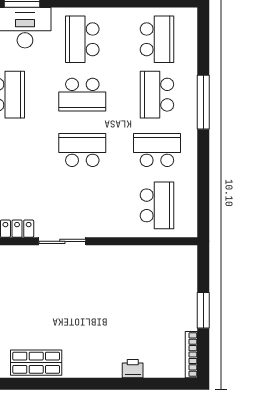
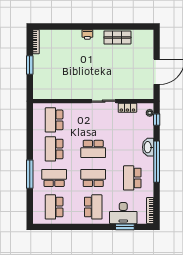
school desk: (157, 95) -> (54, 178), turned -90
school desk: (157, 150) -> (54, 149), turned 90
printer: (133, 369) -> (87, 34), moved

